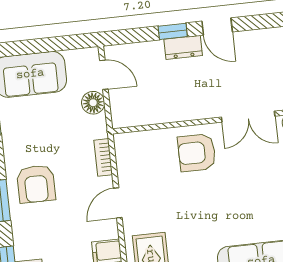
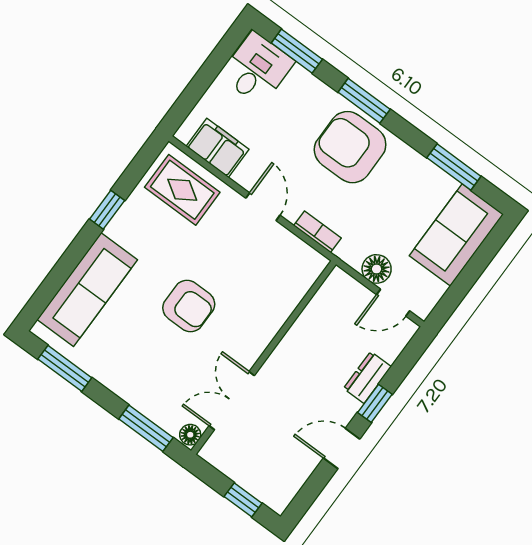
dresser: (183, 47) -> (367, 377), moved
armchair: (197, 153) -> (189, 306), moved, turned 90
armchair: (36, 184) -> (350, 147), width x1.36, depth x1.36

